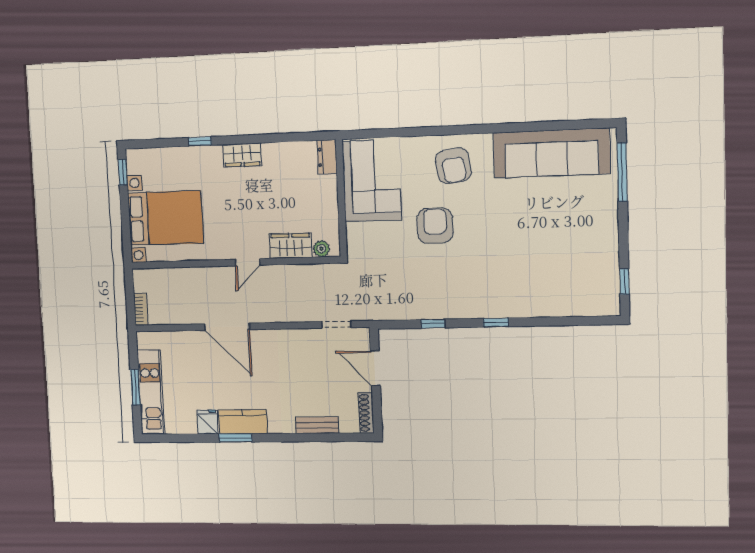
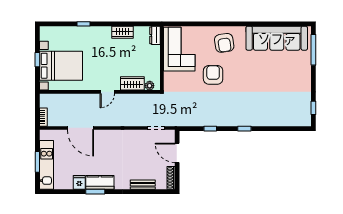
wardrobe: (242, 155) -> (123, 32), moved
window: (123, 172) -> (37, 60), moved
door: (227, 327) -> (81, 128), moved

